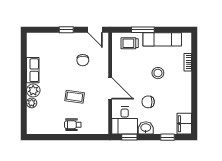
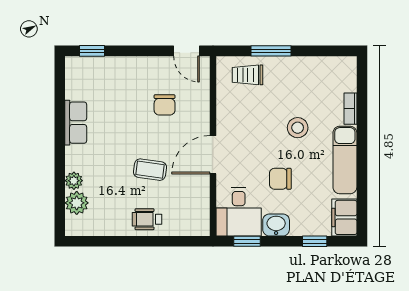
window: (66, 30) -> (92, 51), moved
exam couch: (162, 39) -> (345, 160), moved, turned 90
door: (110, 88) -> (213, 155), swing flipped
plant: (33, 90) -> (77, 203), moved

